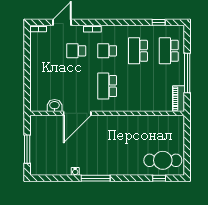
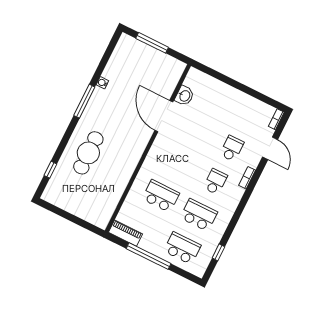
school desk: (107, 86) -> (161, 196), moved
cafe table: (163, 160) -> (88, 153), moved

